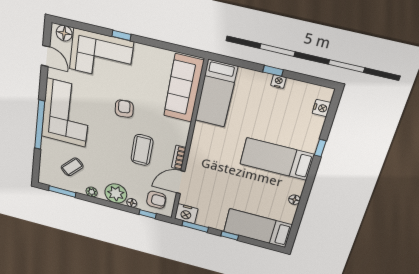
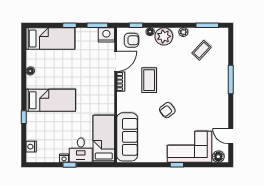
desk: (252, 87) -> (81, 150), added
armchair: (124, 109) -> (167, 110), turned 58
corner sofa: (66, 113) -> (211, 95), removed
window: (40, 125) -> (231, 80), width x0.68
armchair: (156, 200) -> (131, 40), turned 180

